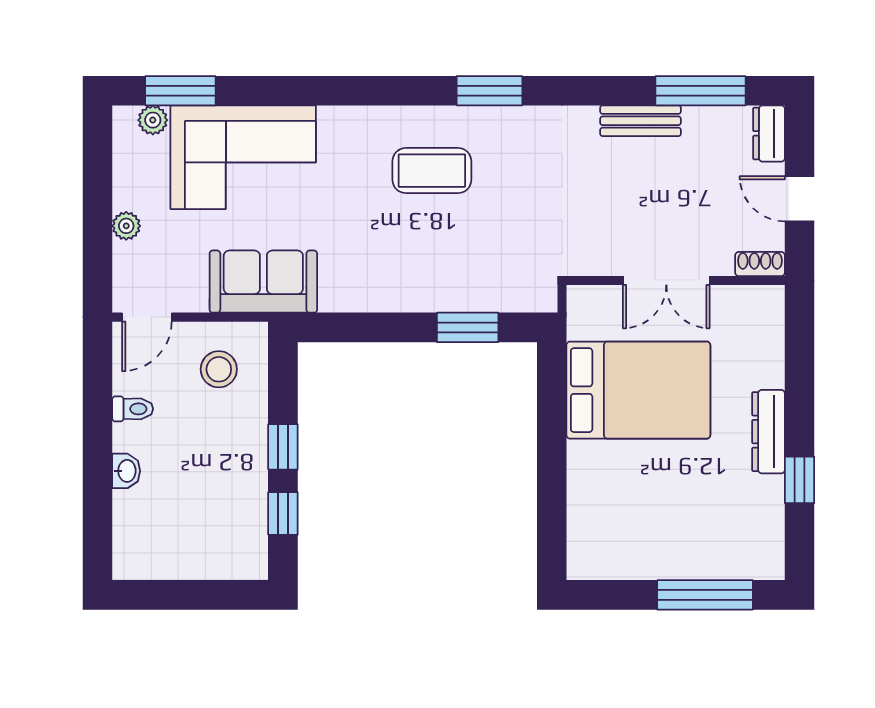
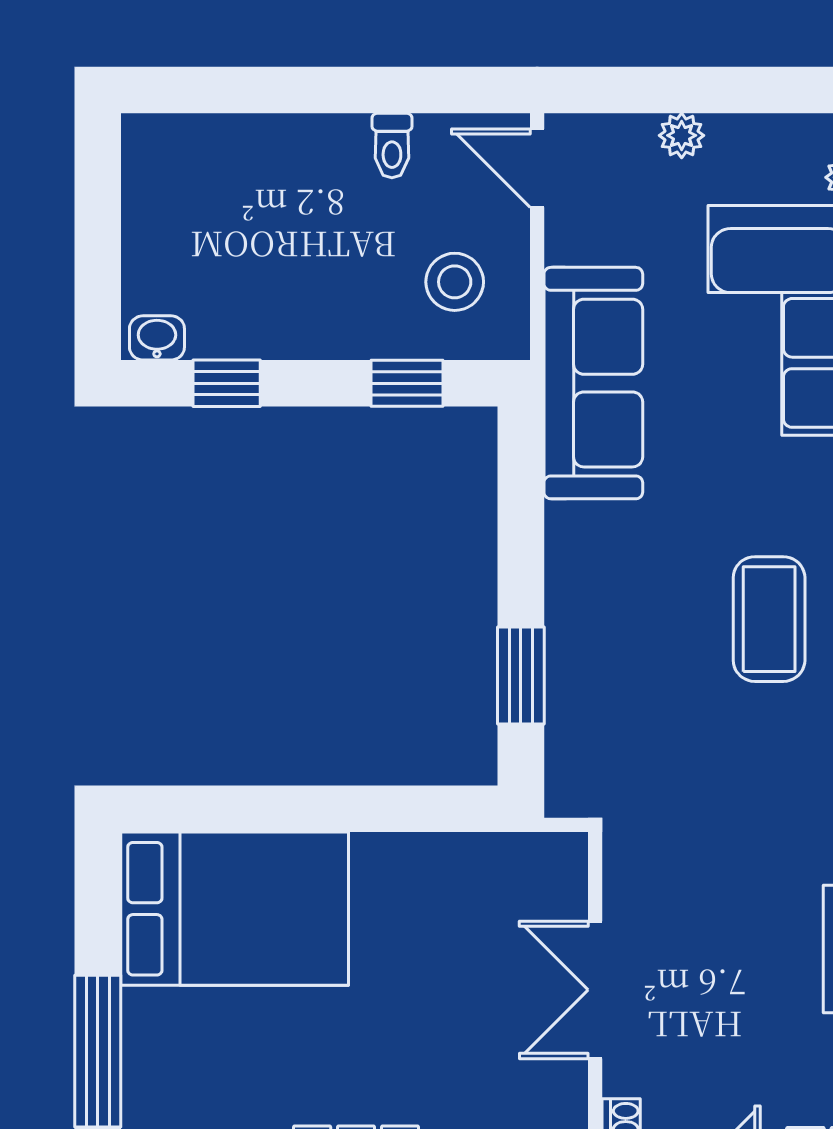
sofa: (263, 282) -> (593, 383), width x1.36
bed: (638, 390) -> (235, 909), moved, turned -90
window: (283, 447) -> (407, 383), moved
washbasin: (126, 471) -> (157, 338), moved, turned 180

